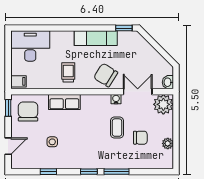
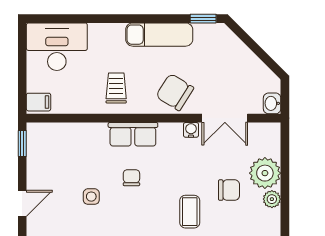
double door: (138, 92) -> (225, 118), swing flipped
row of seats: (64, 102) -> (133, 134), moved
plant: (163, 104) -> (265, 173), moved
chair: (28, 112) -> (131, 178), moved, width x0.54, depth x0.54
coffee table: (117, 128) -> (190, 212), moved

